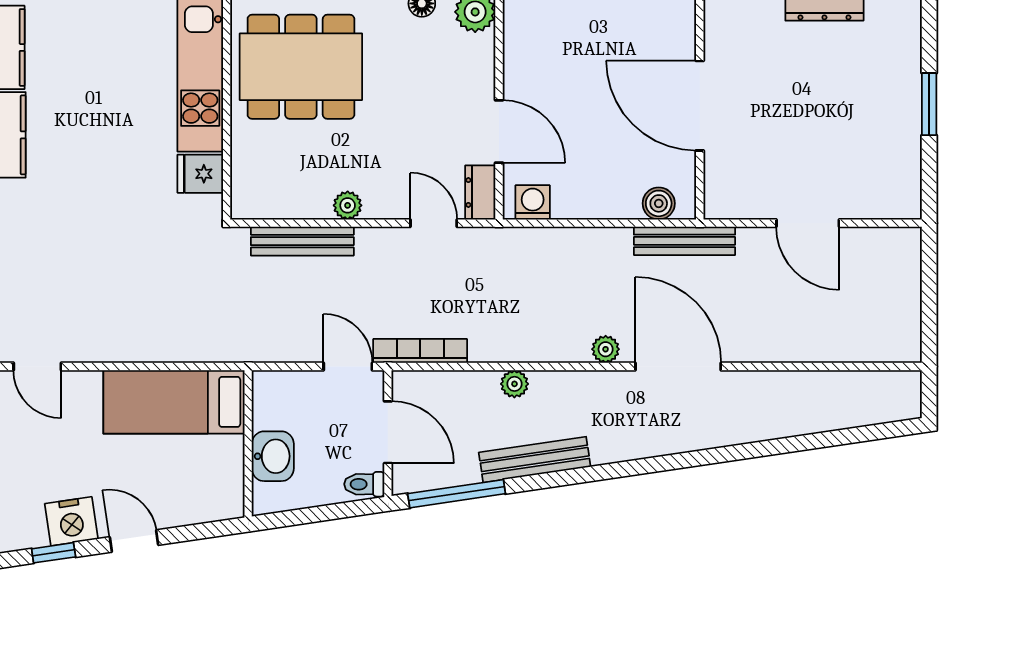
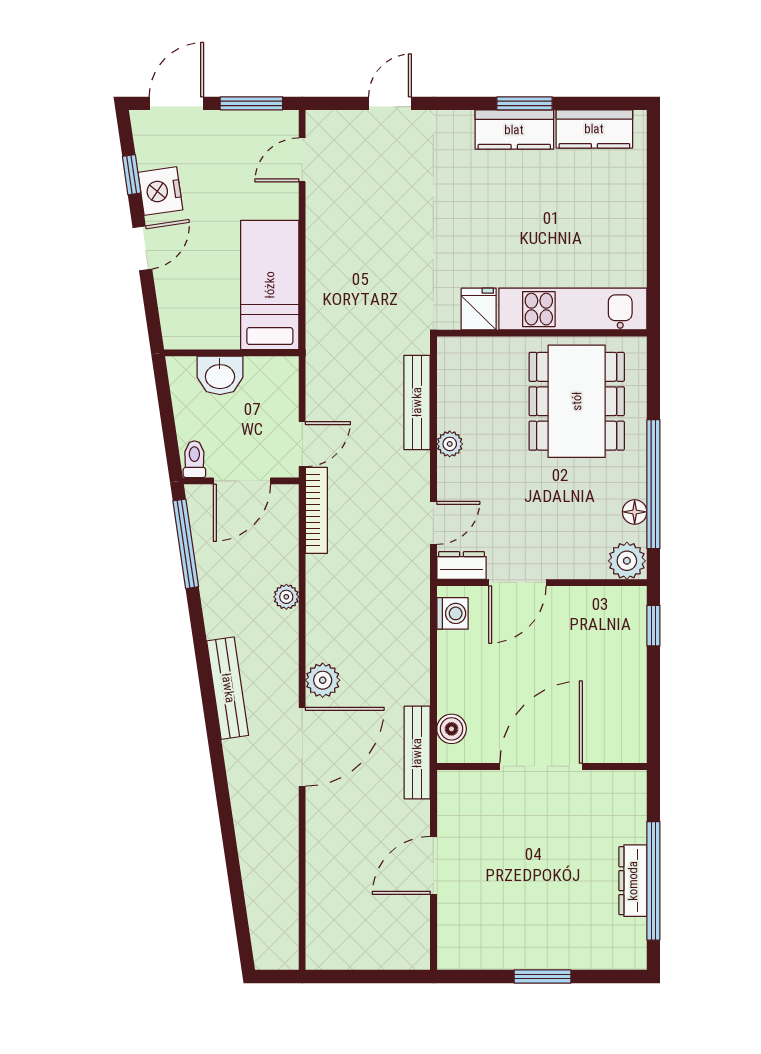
plant: (606, 349) -> (323, 680), width x1.38, depth x1.38
bench: (535, 460) -> (228, 688), moved

